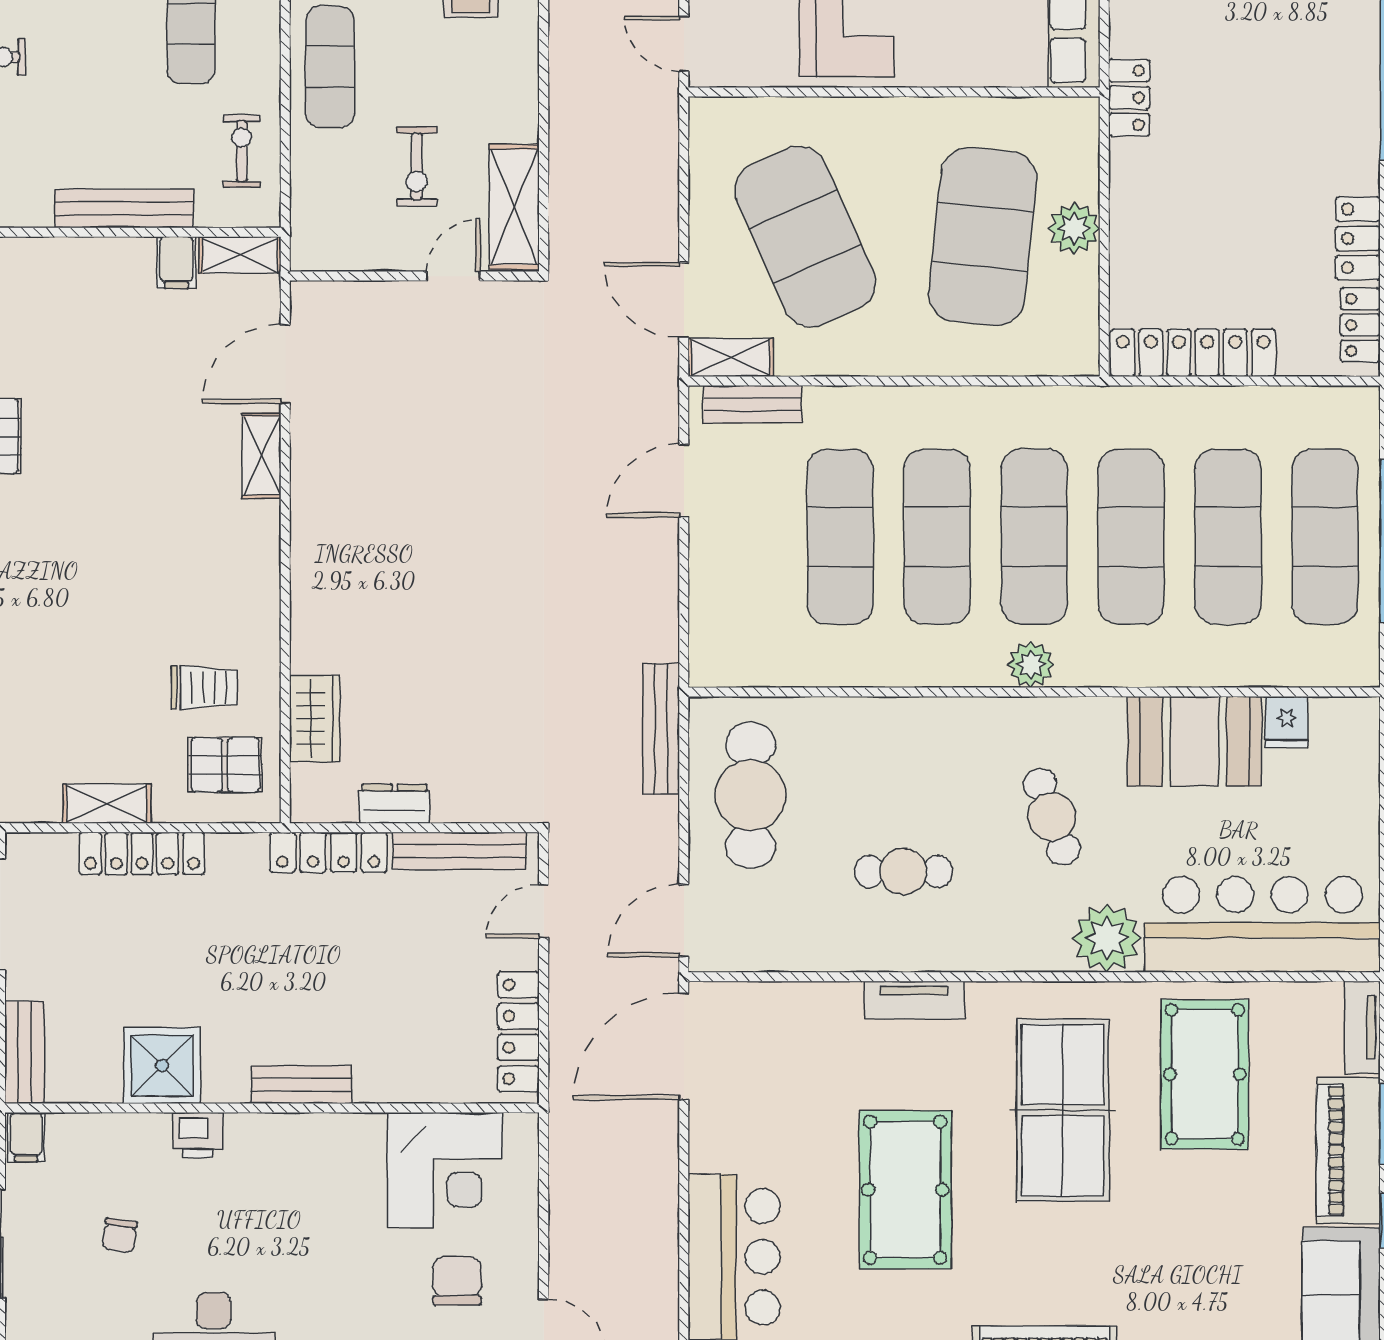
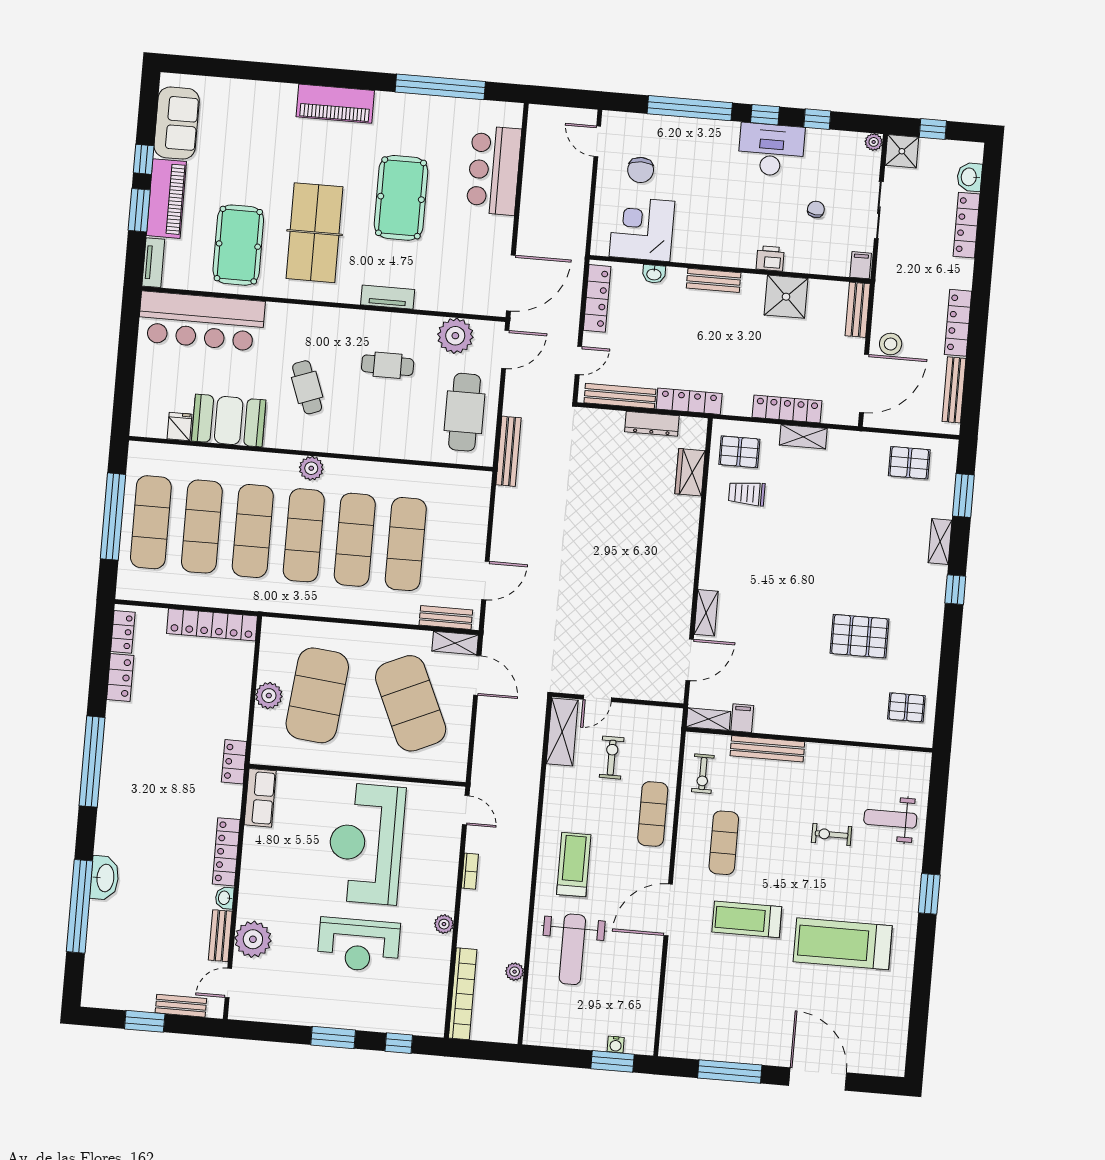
dresser: (395, 804) -> (652, 424), width x1.44
plant: (1107, 938) -> (455, 336), moved
washbasin: (415, 1087) -> (654, 274), added

